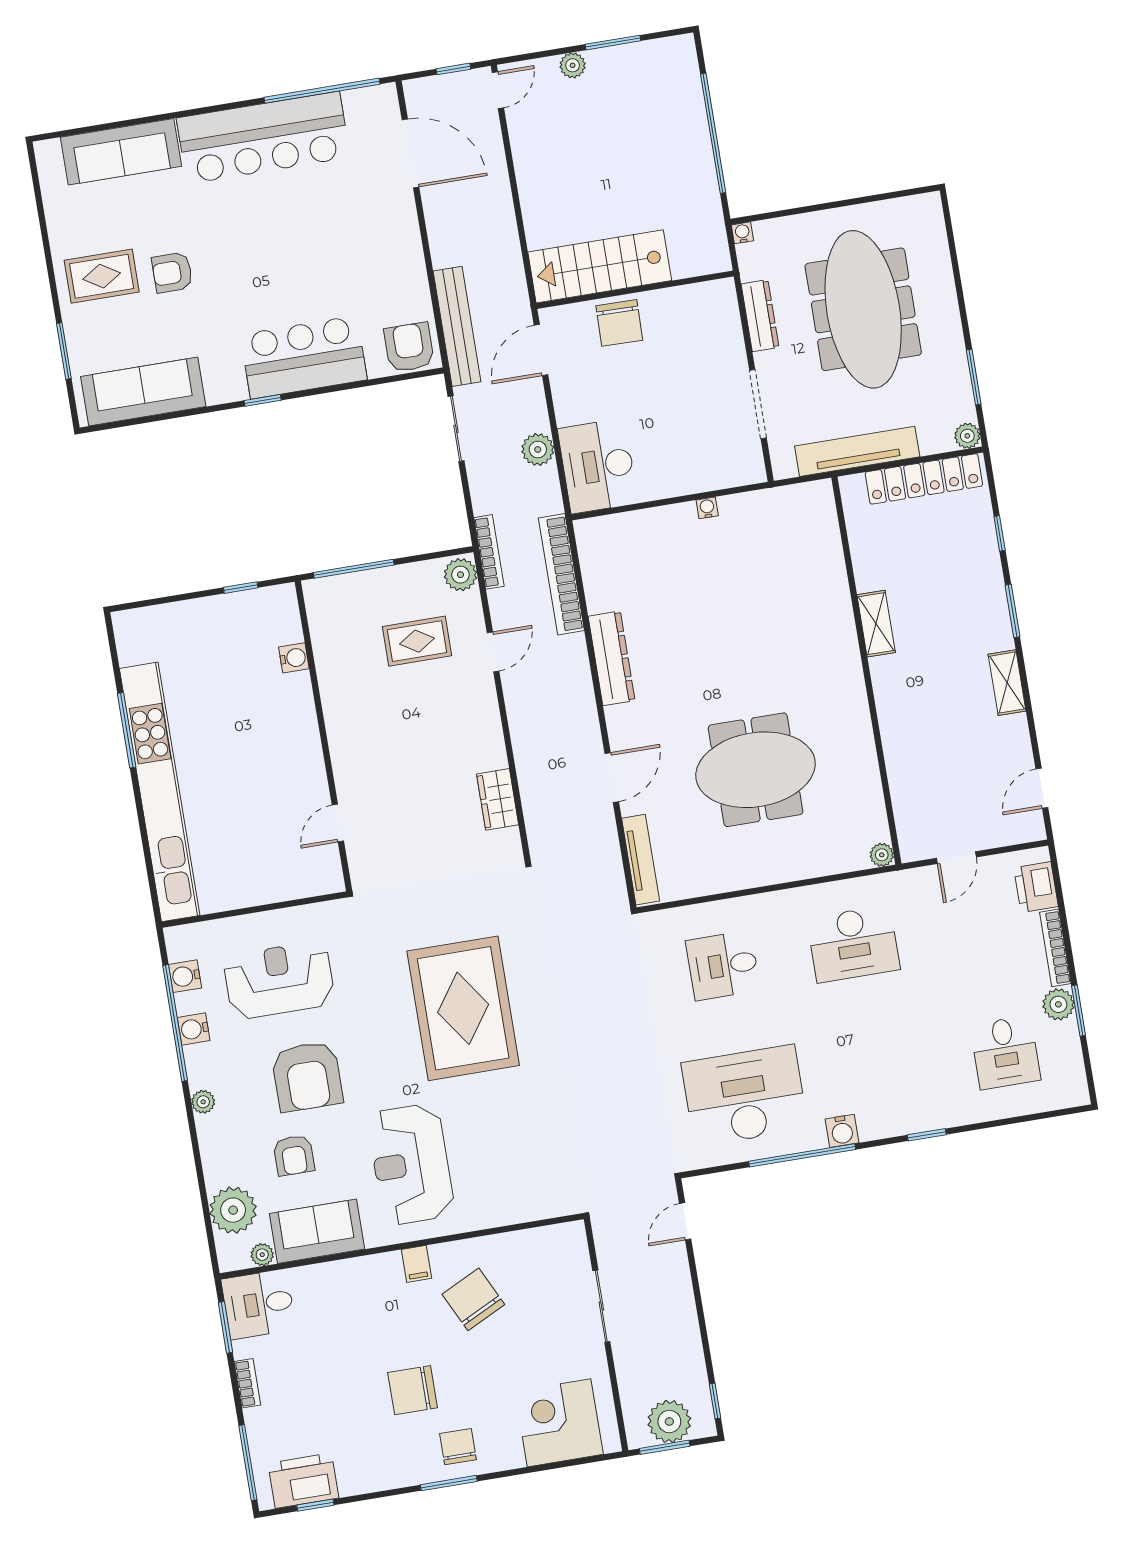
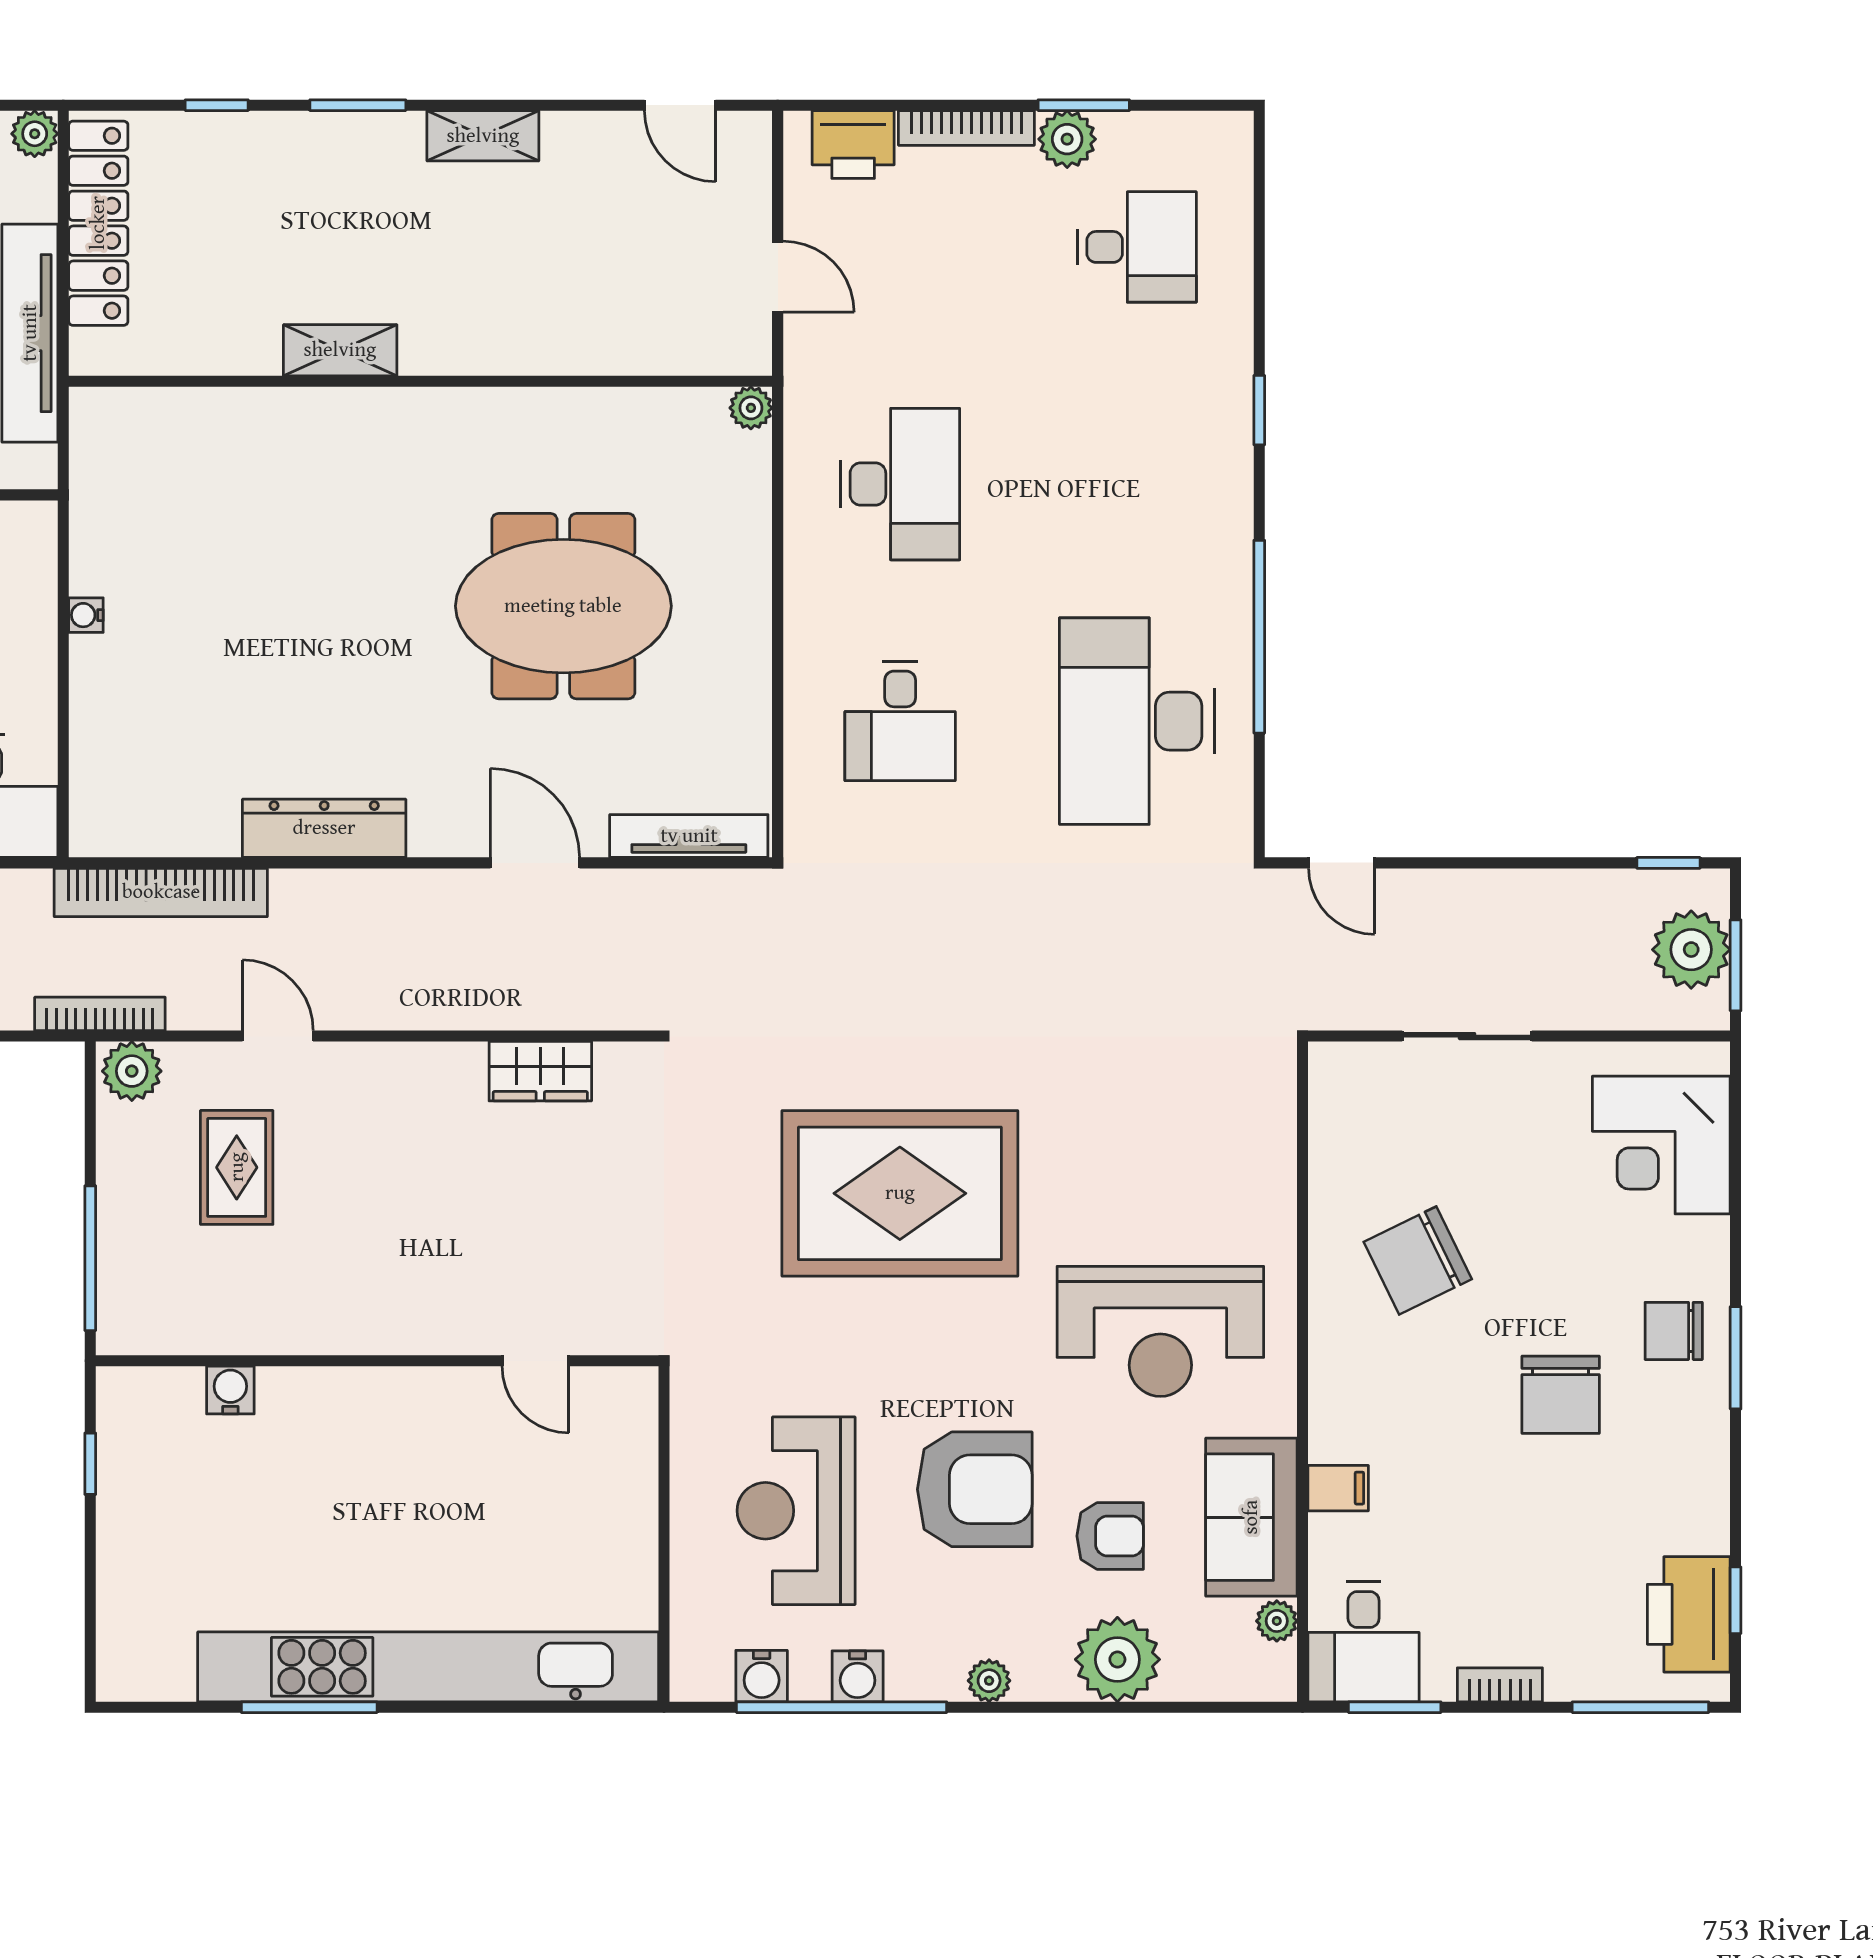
meeting table: (756, 770) -> (563, 606), turned 90
water cooler: (842, 1131) -> (1228, 559), removed
plant: (233, 1210) -> (1117, 1659), moved
filing cabinet: (417, 1264) -> (1338, 1488), moved

